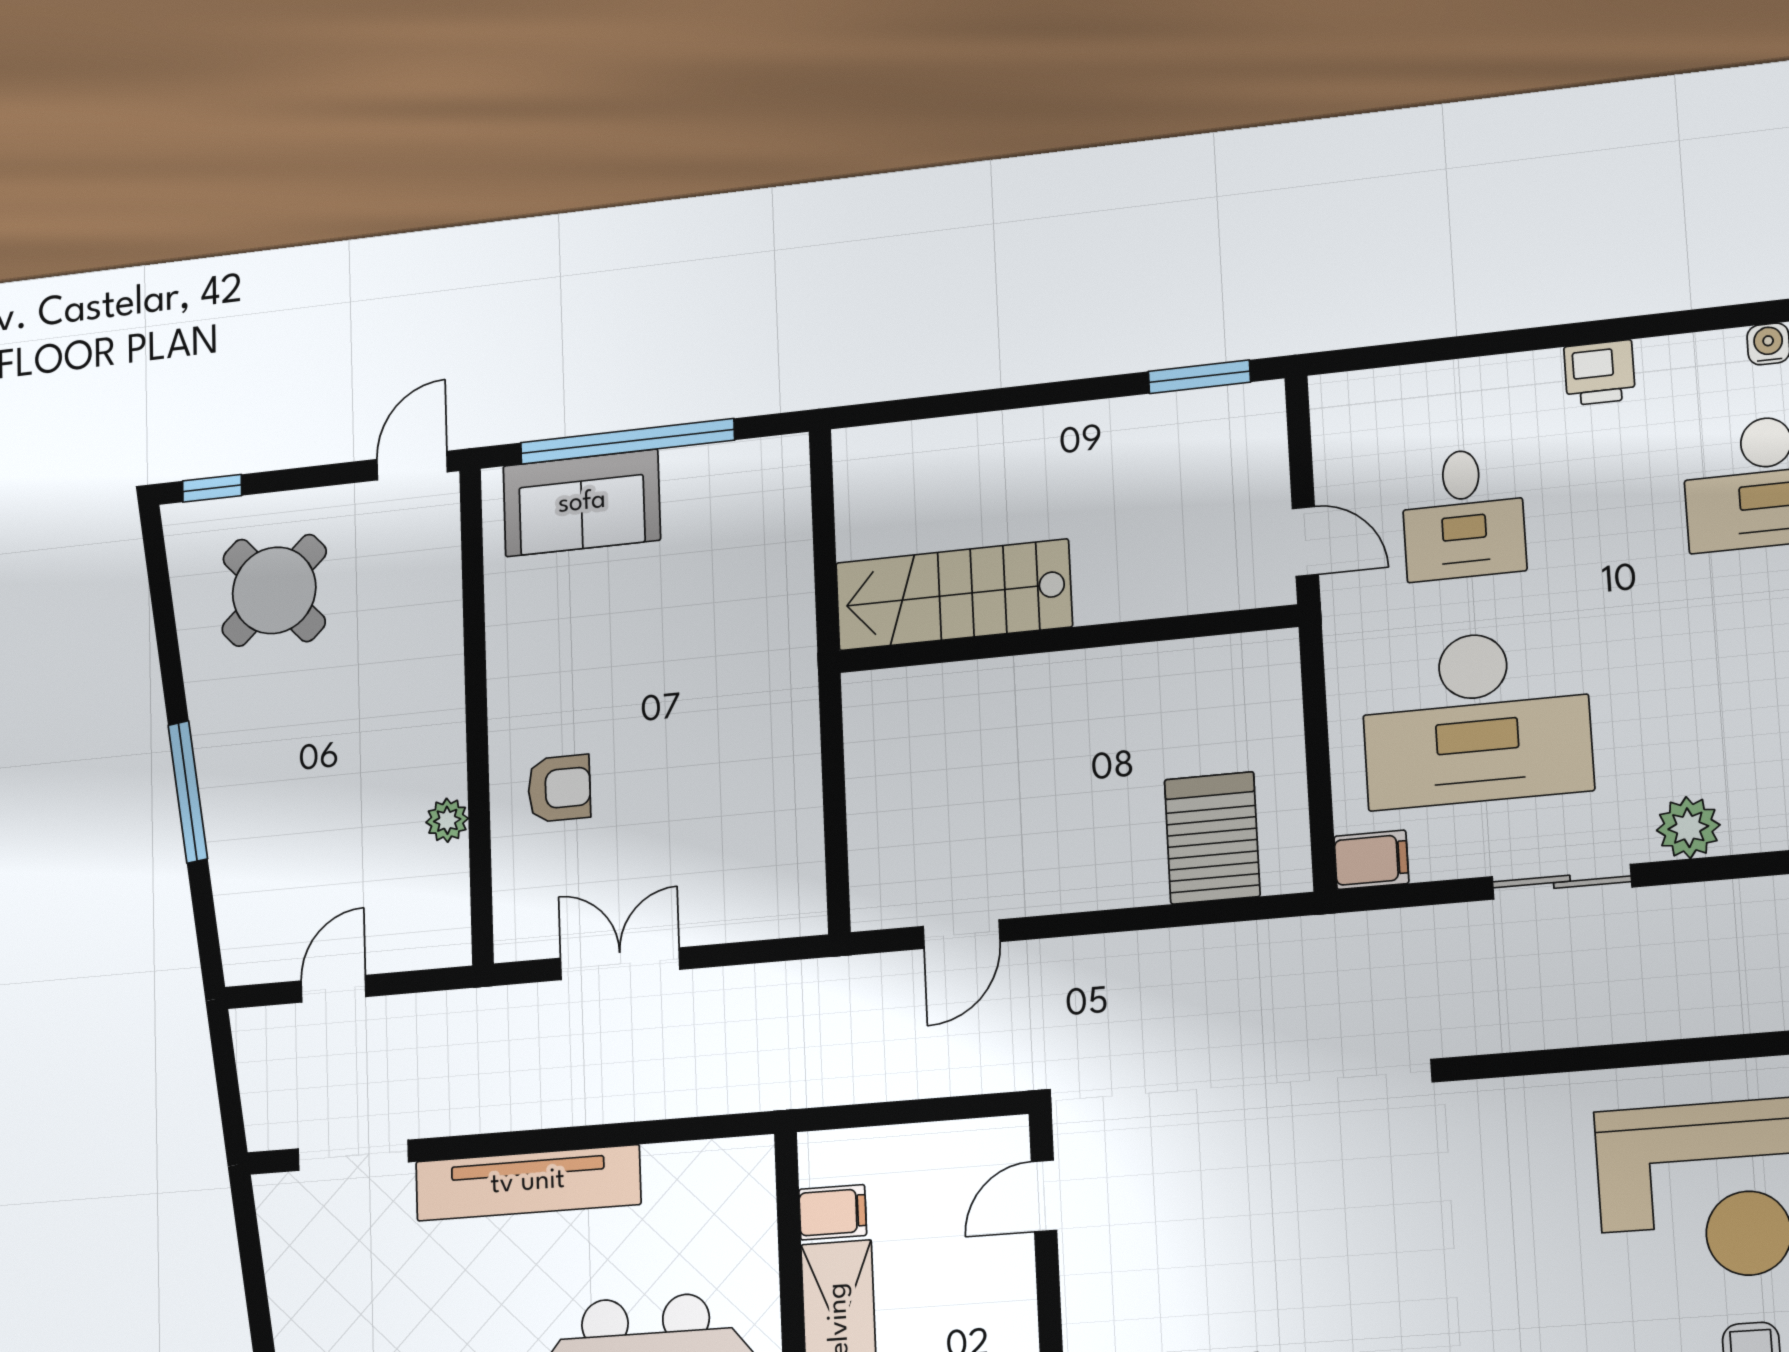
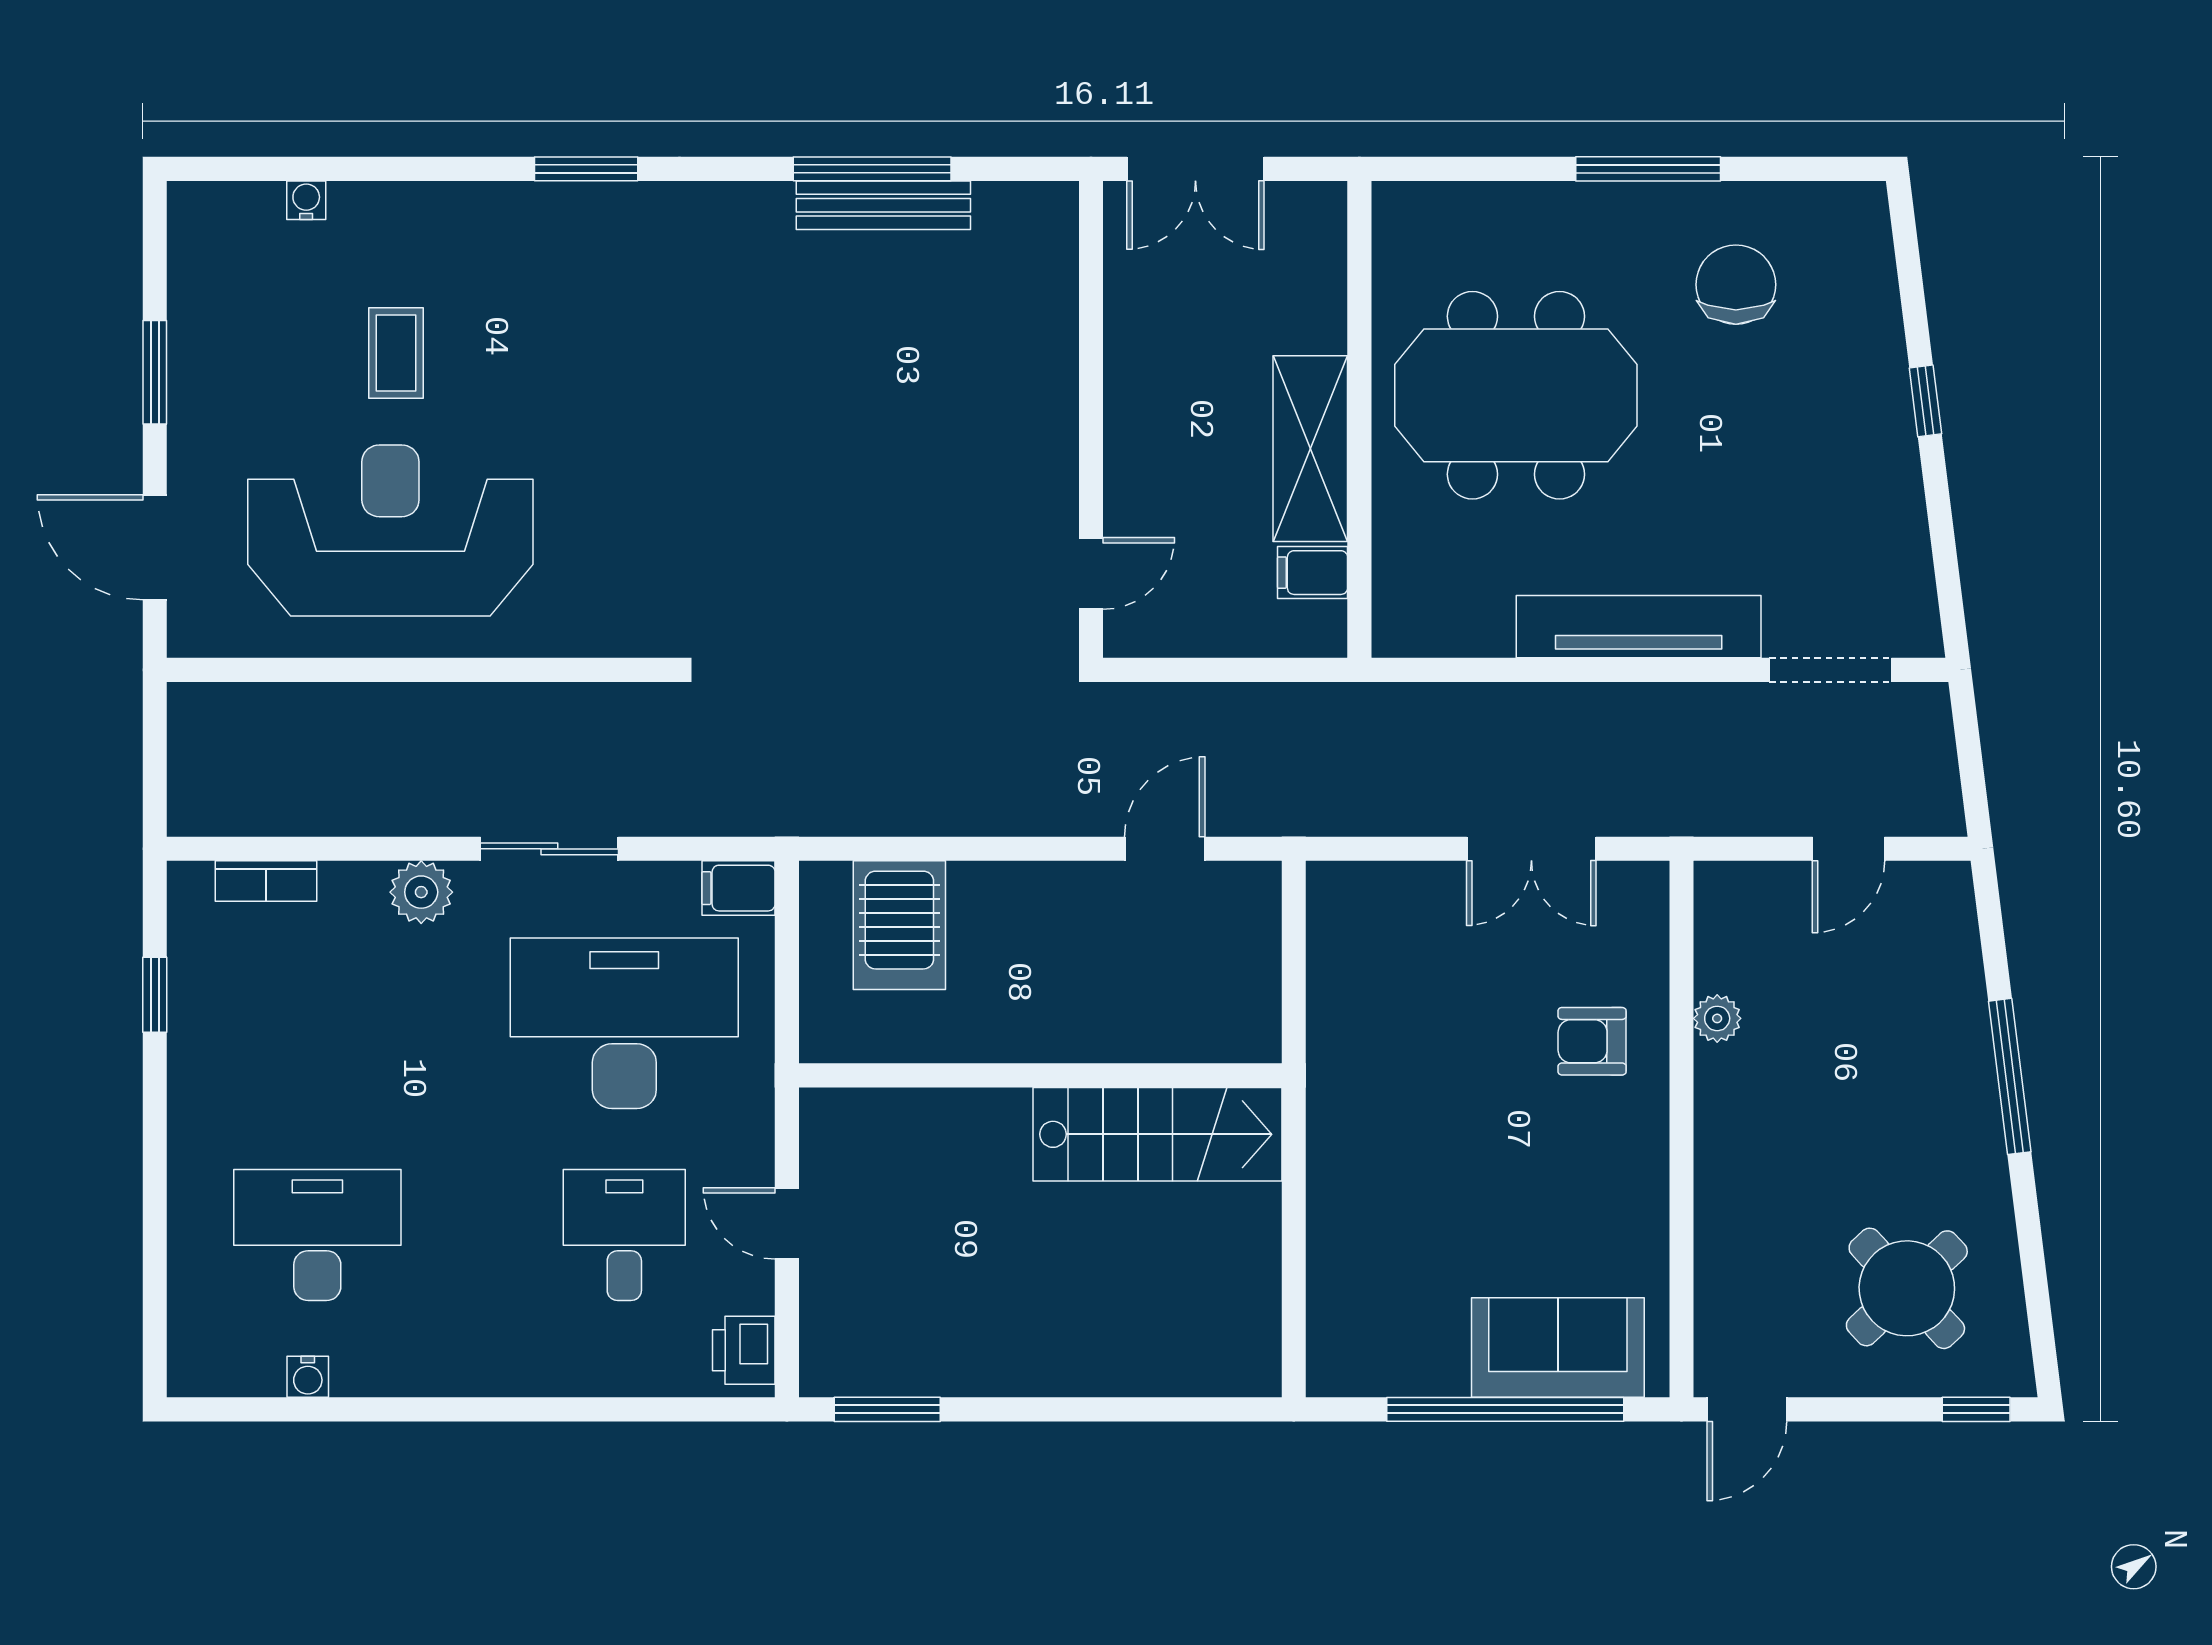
printer: (1600, 373) -> (744, 1350), moved, turned -90
stairs: (954, 595) -> (1157, 1134), moved
wall: (1066, 639) -> (1040, 1075), moved

